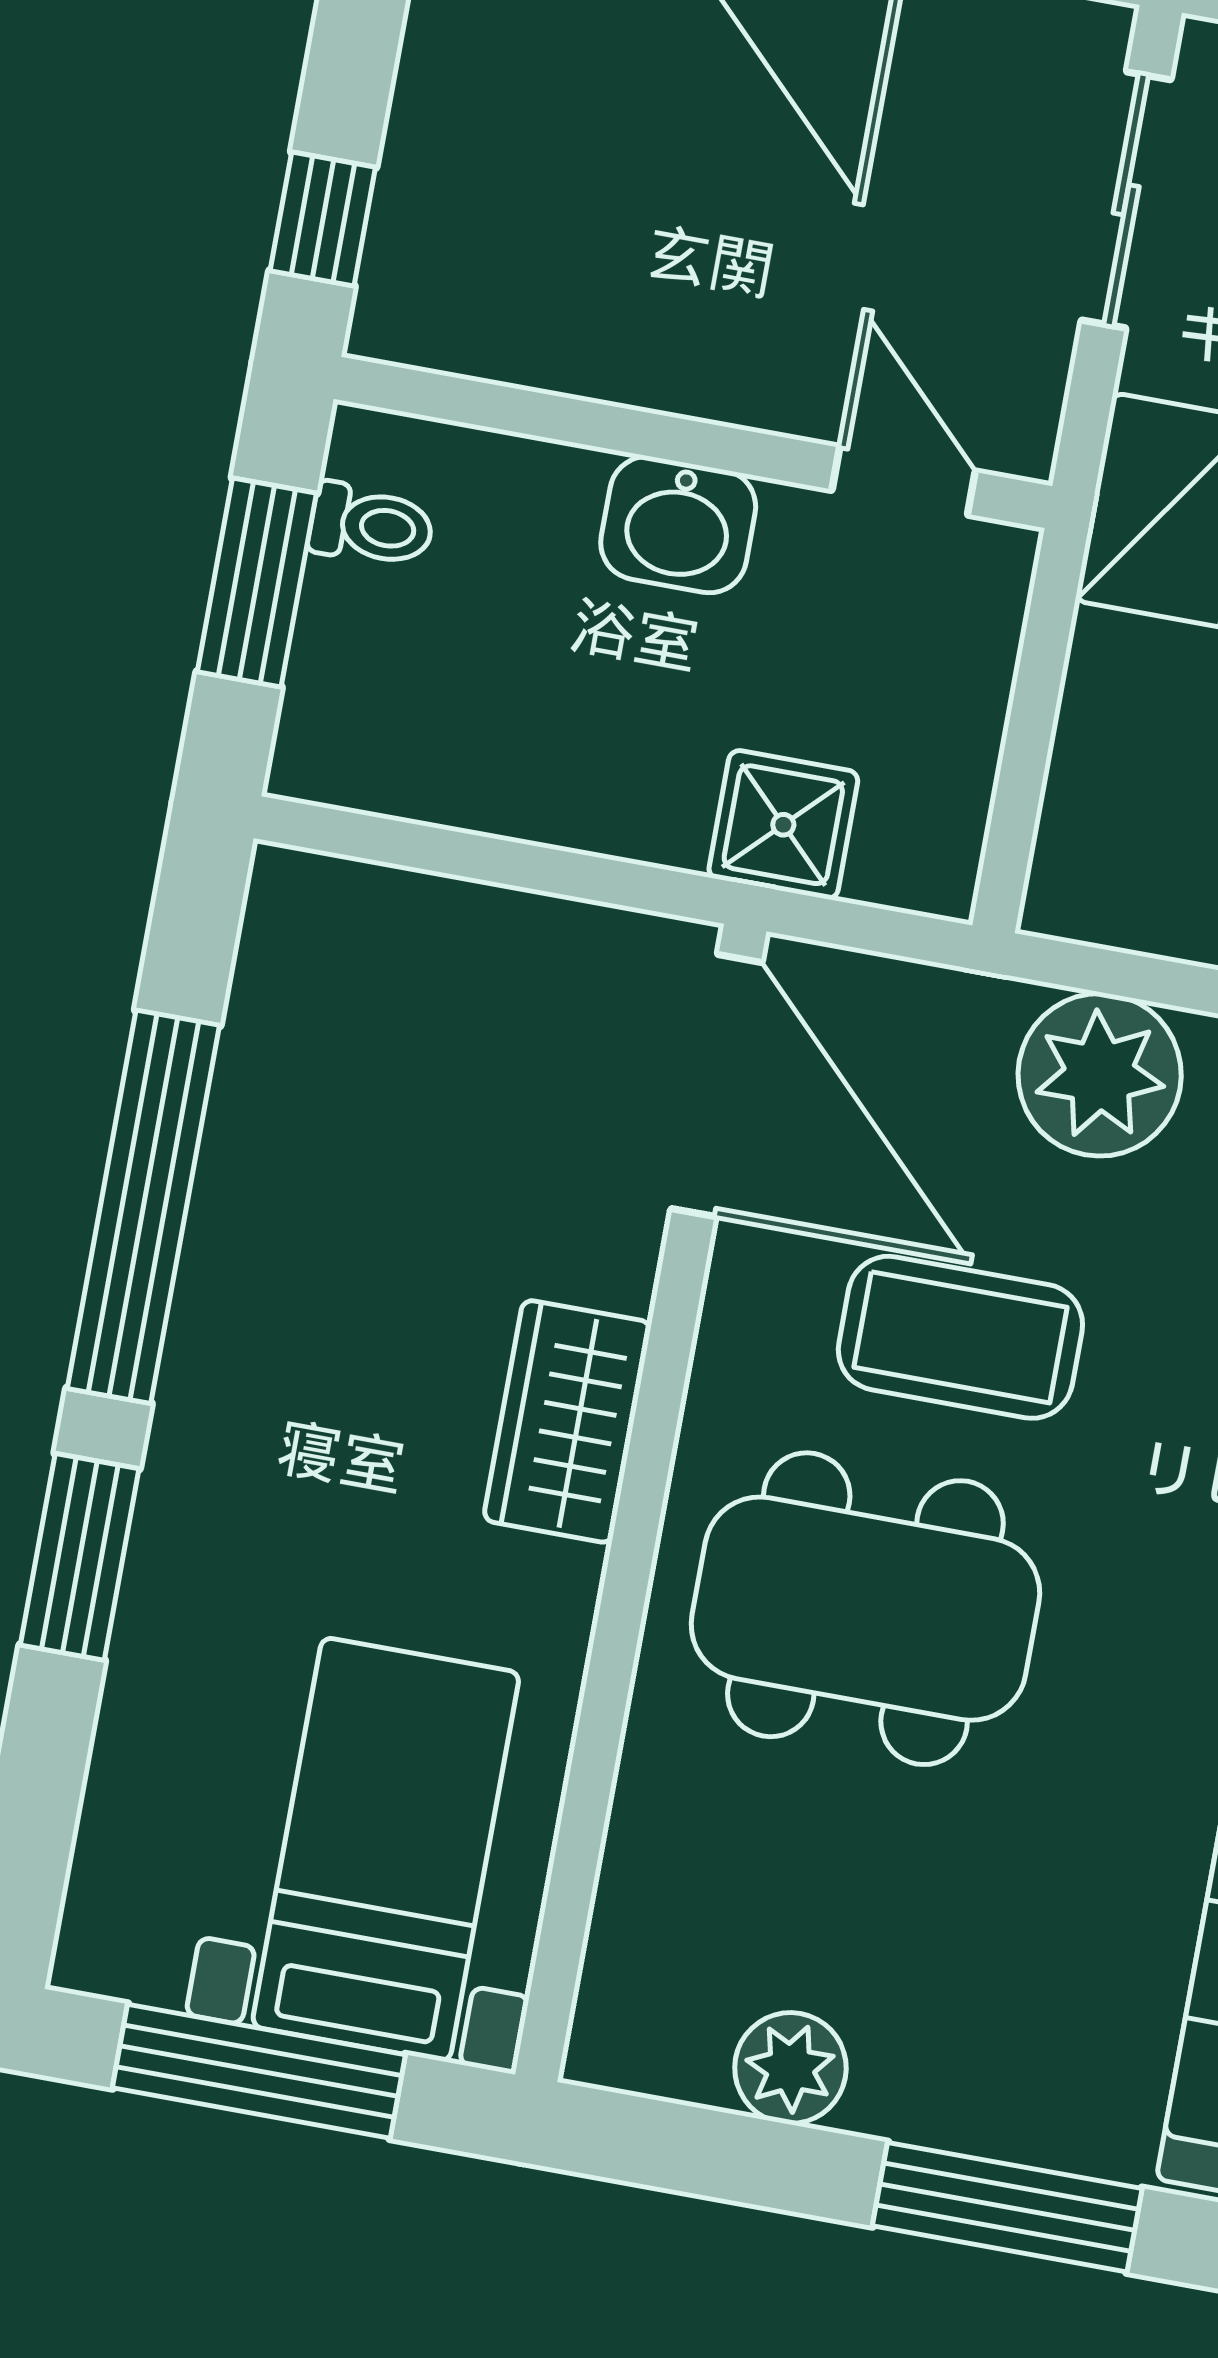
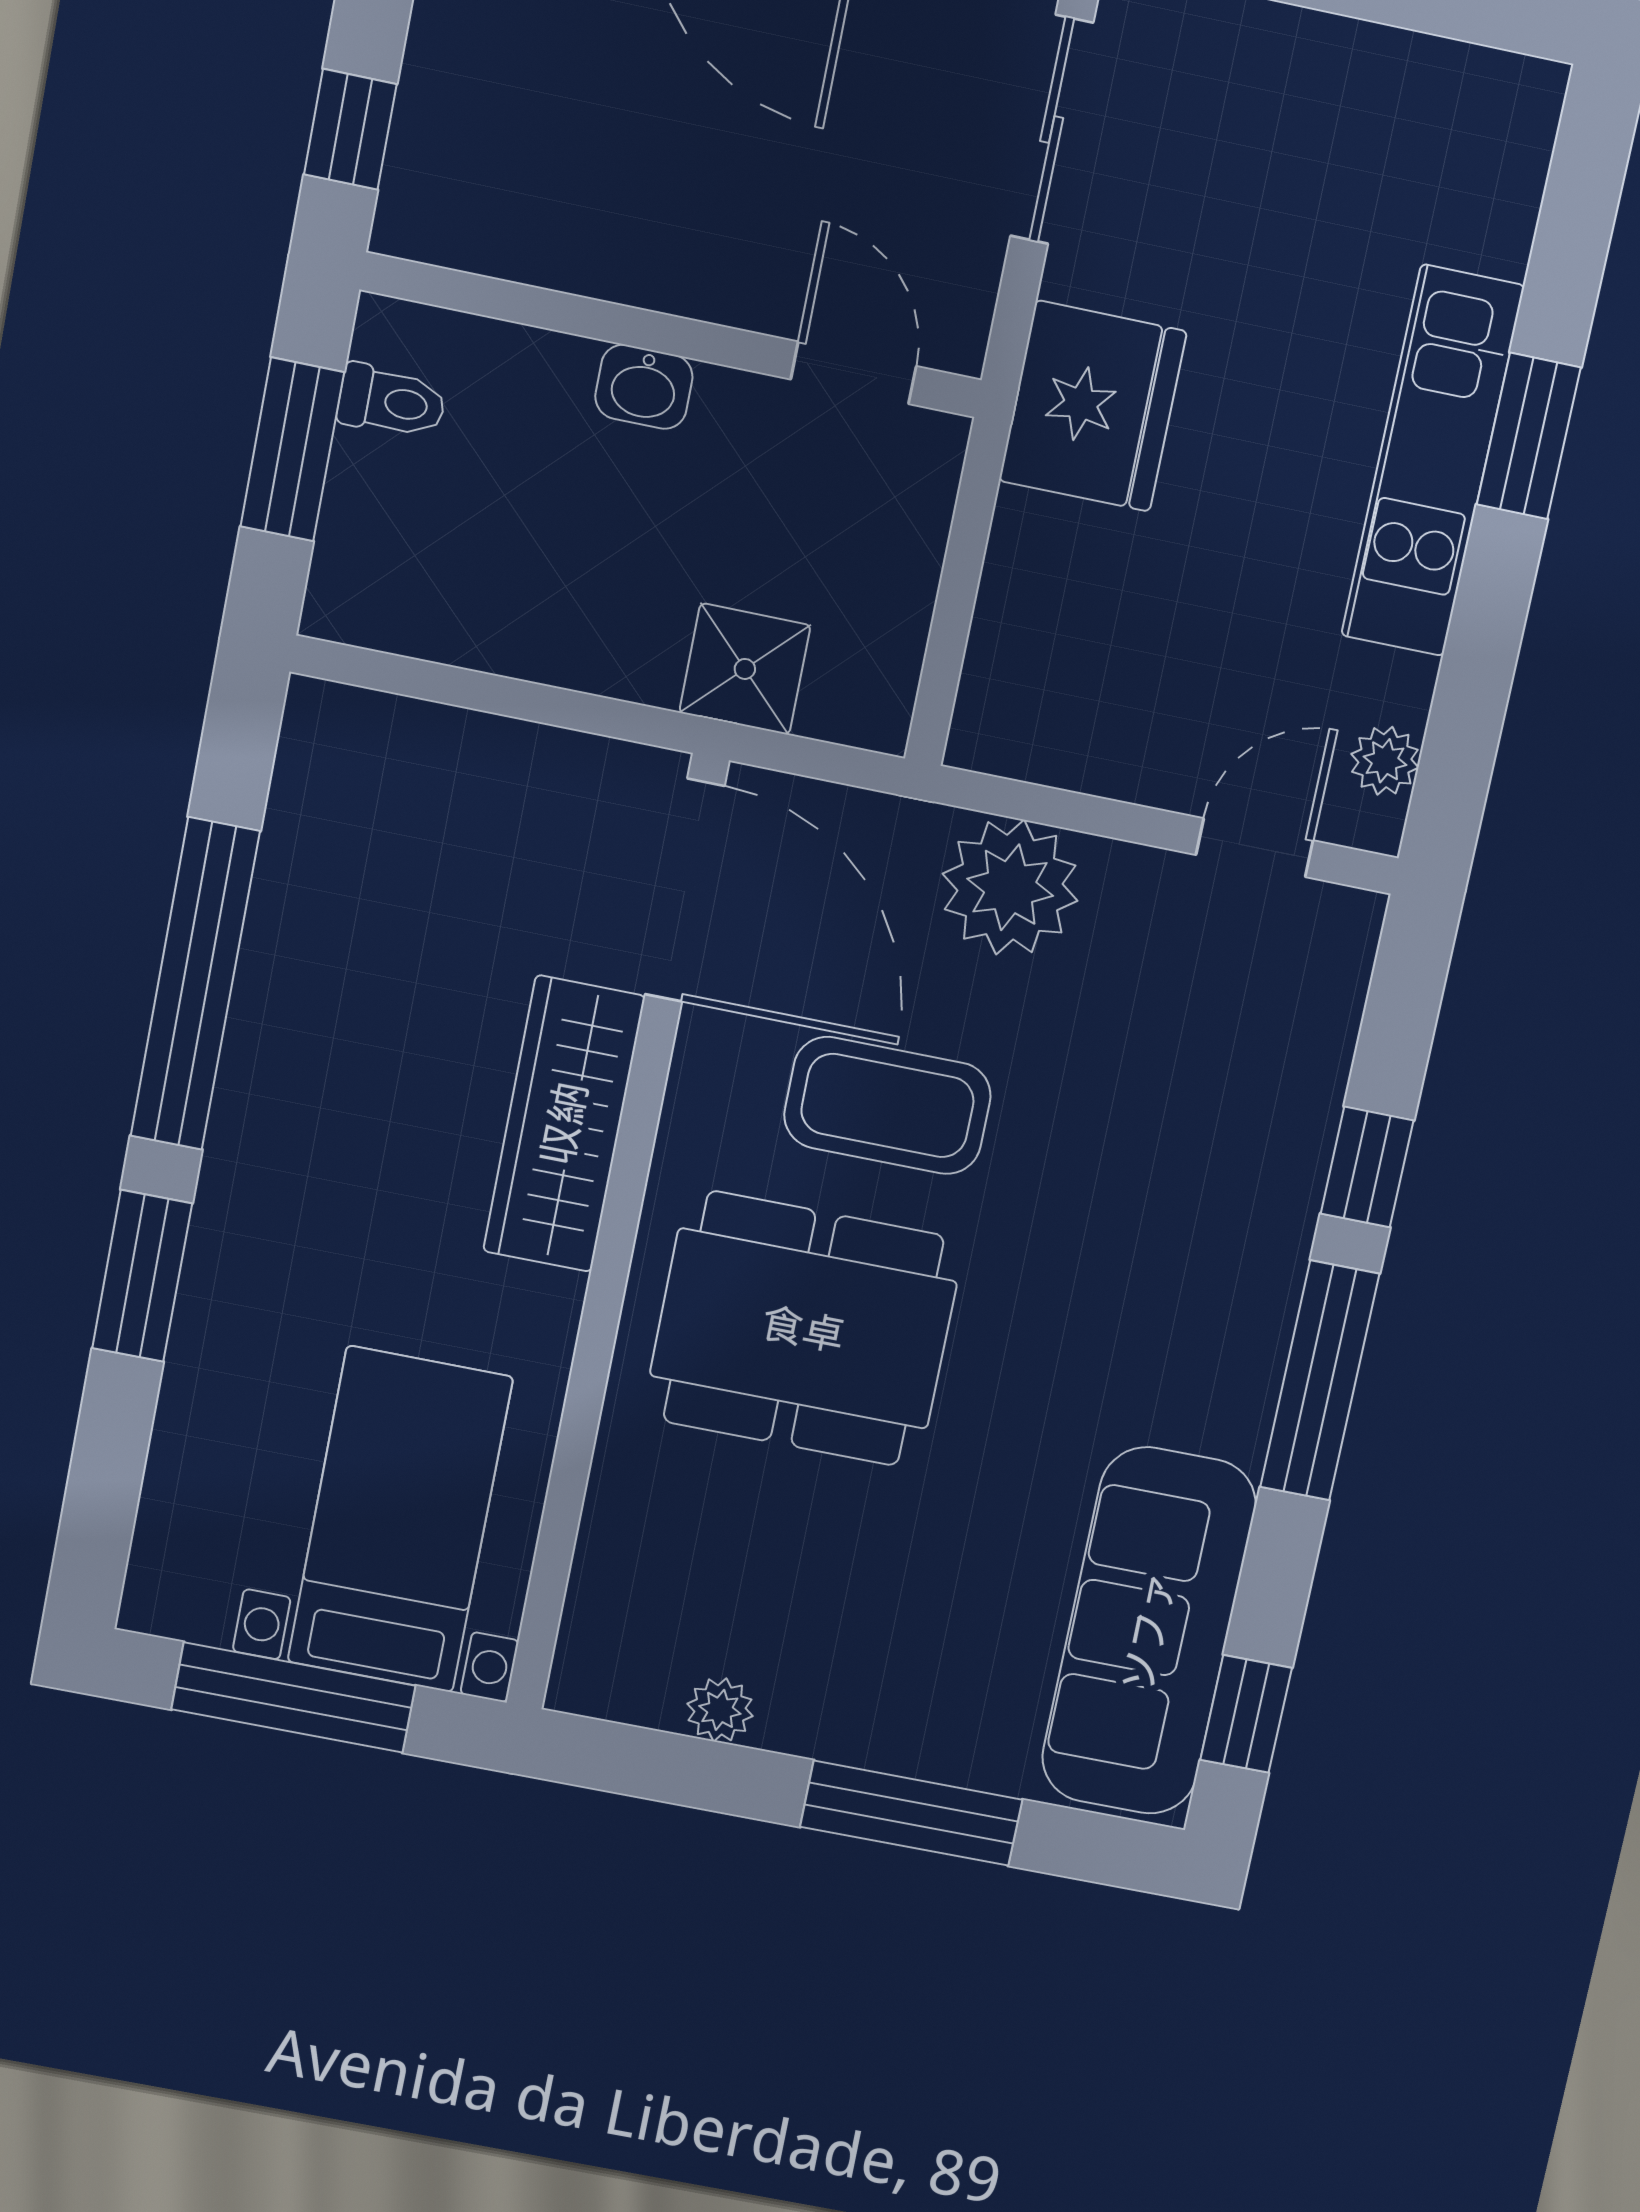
washbasin: (678, 525) -> (644, 387), width x0.72, depth x0.69
wardrobe: (567, 1421) -> (564, 1124), width x1.50
plant: (790, 2068) -> (720, 1710), width x0.73, depth x0.73

